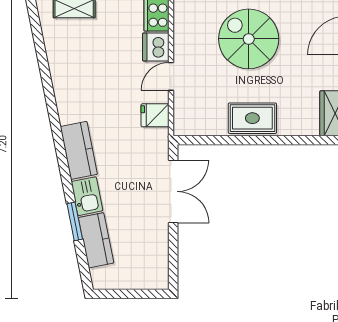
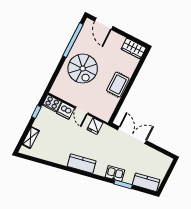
spiral stairs: (249, 39) -> (83, 69), turned -90
kitchen counter: (79, 150) -> (82, 164), moved
kitchen counter: (96, 240) -> (146, 182), moved

